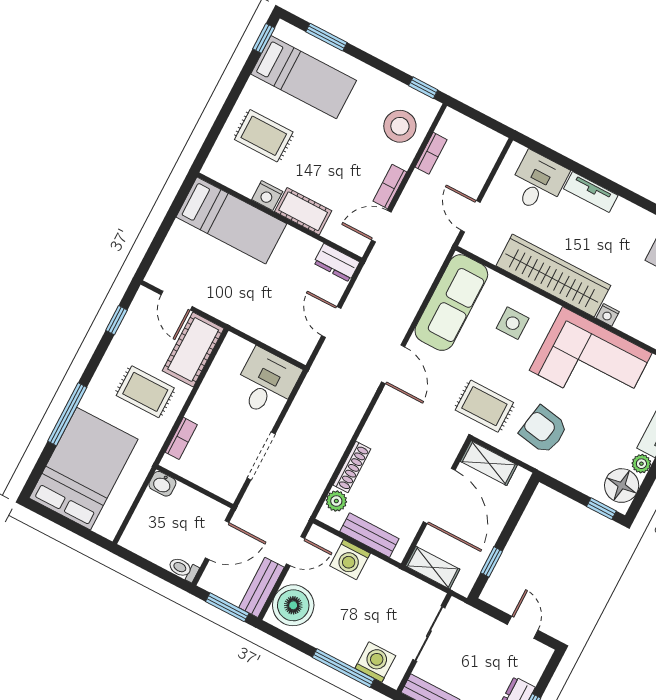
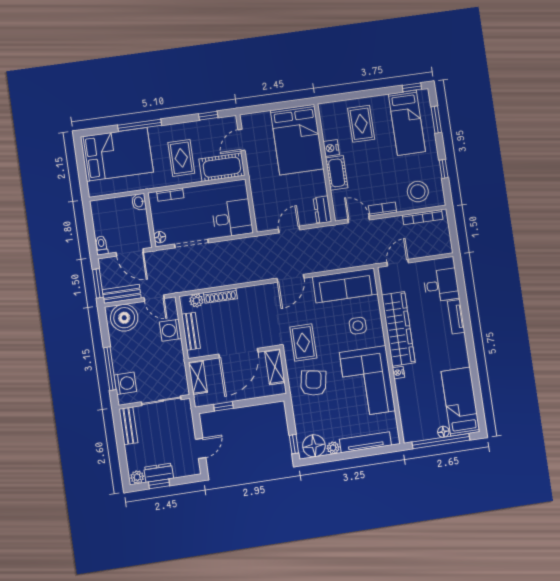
window: (423, 88) -> (444, 169), moved
bookcase: (431, 153) -> (423, 217), width x1.56
bed: (231, 220) -> (297, 140), width x1.50
floor lamp: (225, 490) -> (160, 237), added

